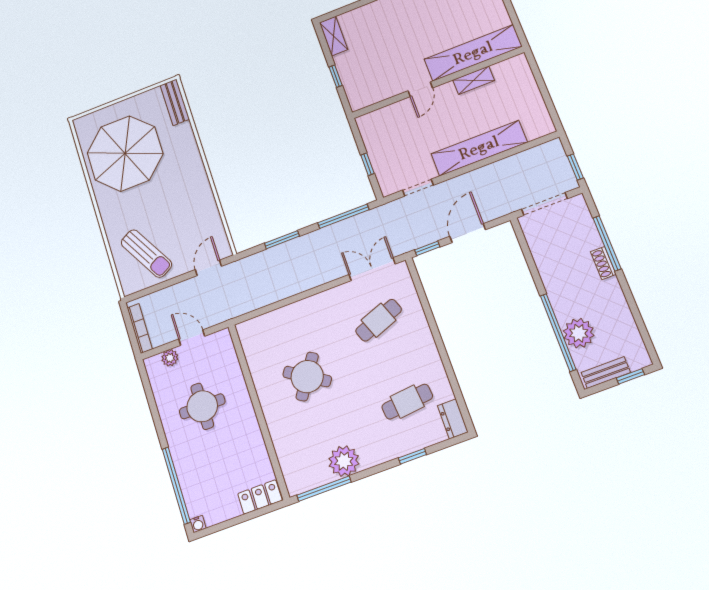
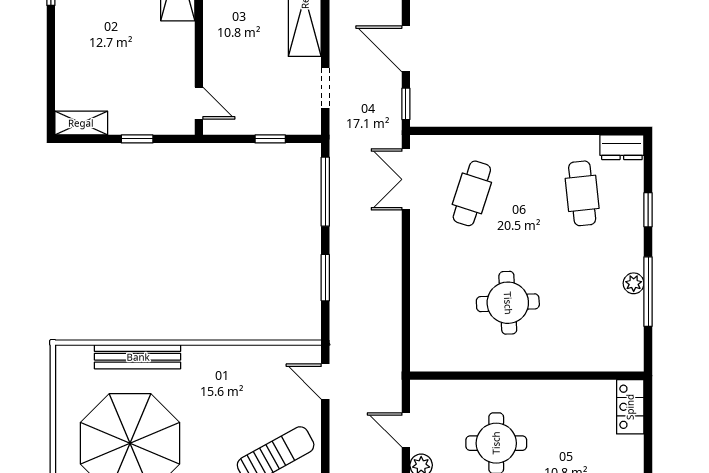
door: (420, 89) -> (199, 103), moved
bench: (175, 102) -> (138, 357), moved, width x1.36
cafe table: (379, 320) -> (472, 193), turned 39
door: (192, 338) -> (406, 430), hinge flipped
round table: (307, 377) -> (508, 303), turned -36
plant: (344, 461) -> (634, 283), width x0.53, depth x0.53
window: (324, 489) -> (648, 292), moved

